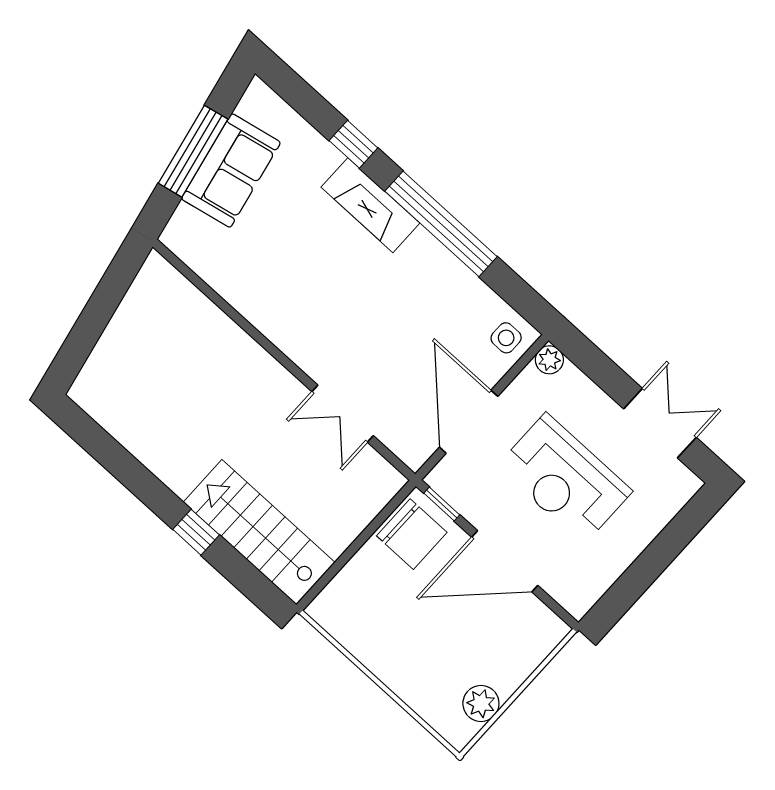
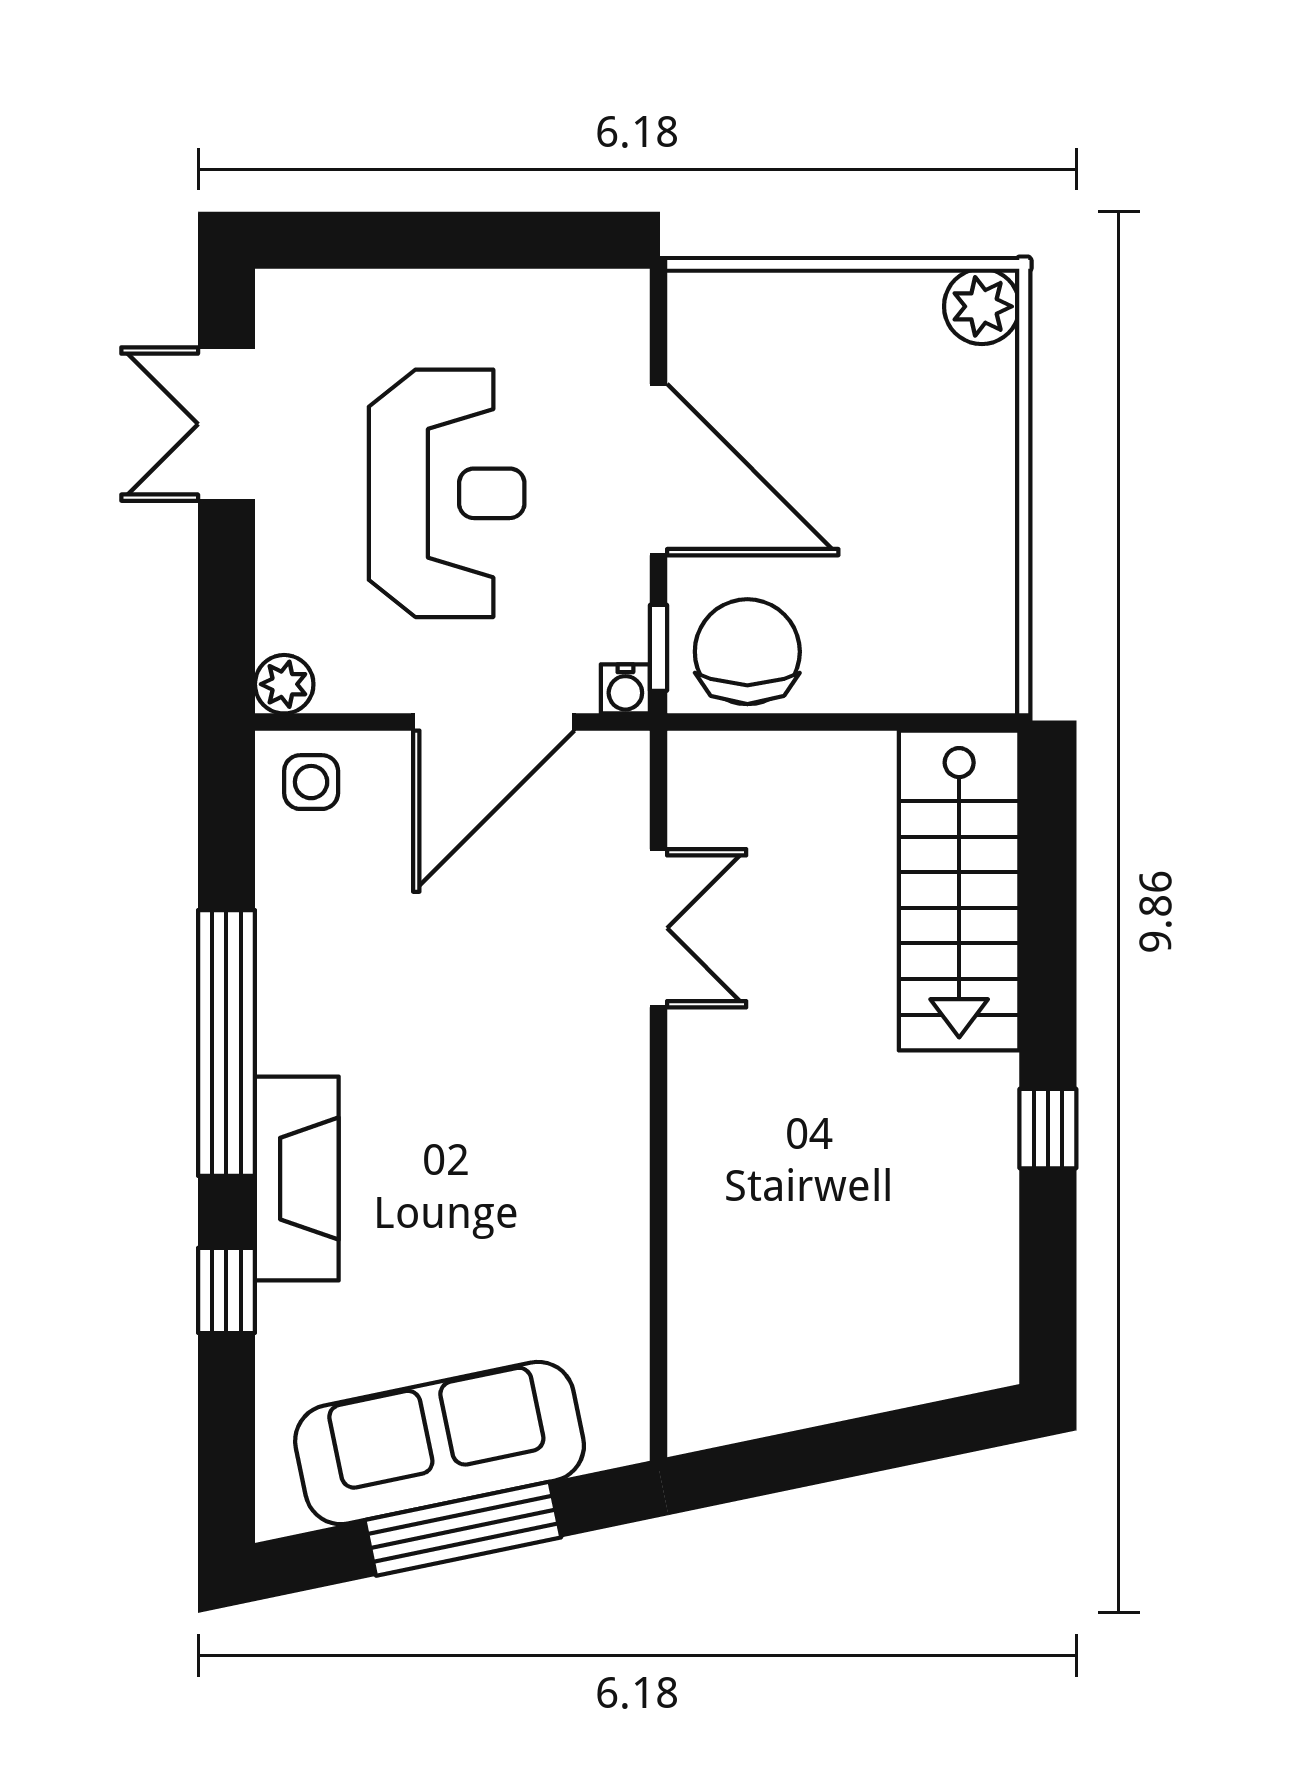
sofa: (231, 171) -> (440, 1443), width x1.36
water cooler: (438, 479) -> (625, 689), added
window: (196, 532) -> (1048, 1129), moved
plant: (481, 704) -> (982, 306), moved

